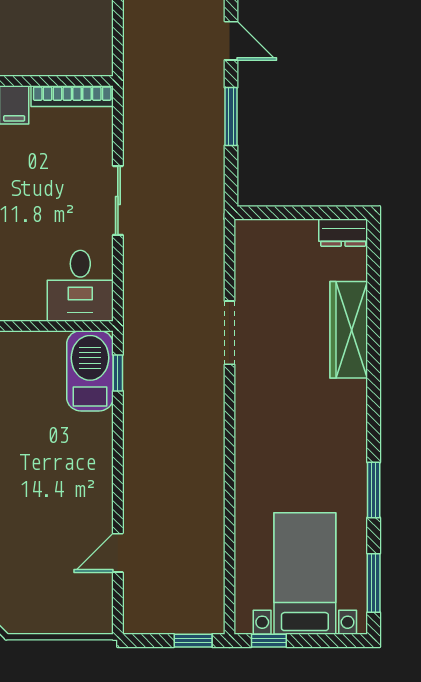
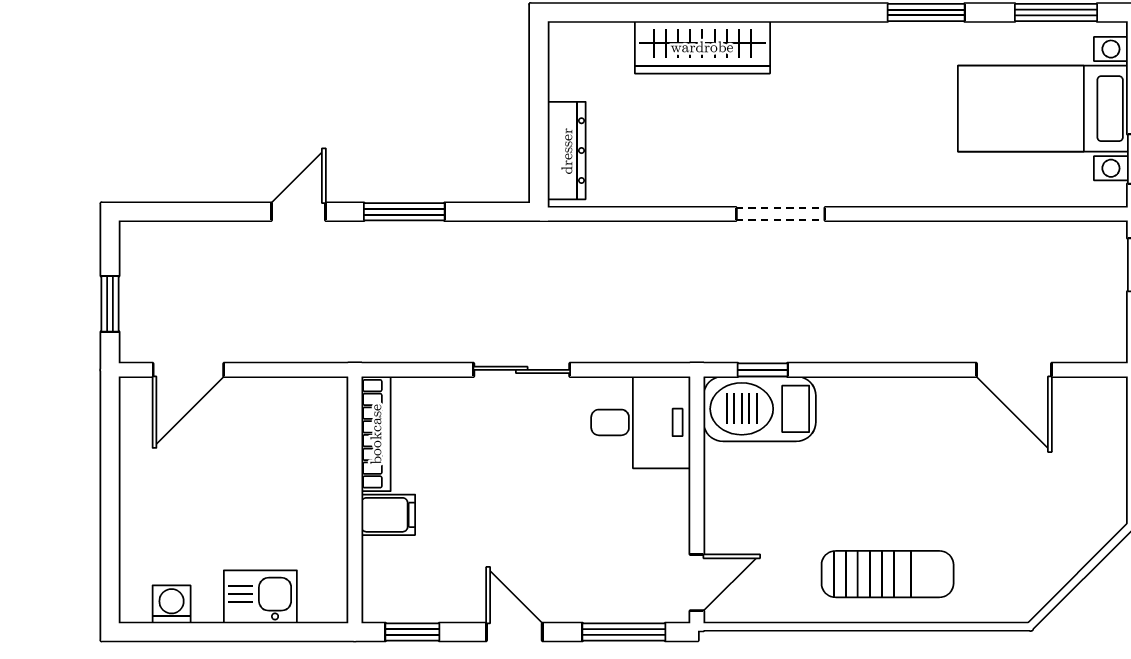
dresser: (343, 233) -> (567, 151), moved, width x1.44
doorway: (229, 333) -> (781, 214), moved
door: (118, 553) -> (1014, 370), width x1.38

